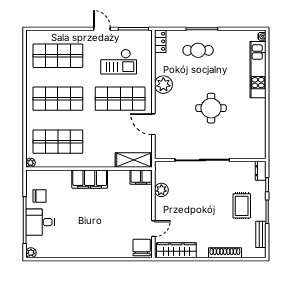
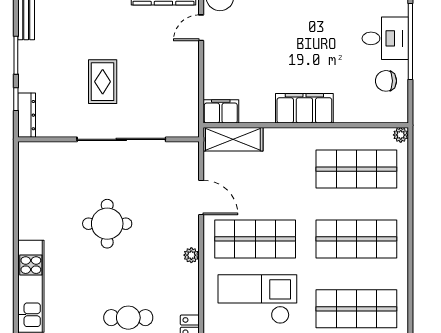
checkout: (119, 62) -> (257, 299), width x1.36, depth x1.21
plant: (163, 85) -> (191, 255), width x0.53, depth x0.53
dresser: (261, 171) -> (27, 115), width x1.44
plant: (161, 190) -> (188, 91), removed
rug: (242, 206) -> (103, 82), moved

